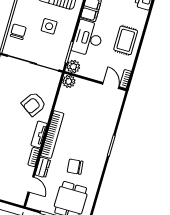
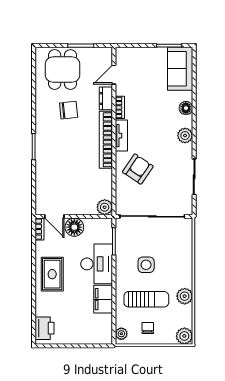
chair: (18, 32) -> (180, 248), removed
plant: (73, 67) -> (104, 226), removed
floor lamp: (97, 73) -> (74, 227), added
door: (31, 184) -> (114, 75), hinge flipped

